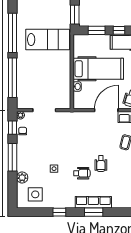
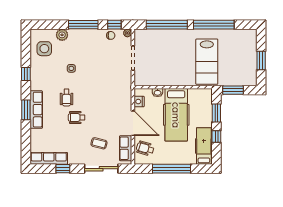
nightstand: (86, 104) -> (139, 102), added

